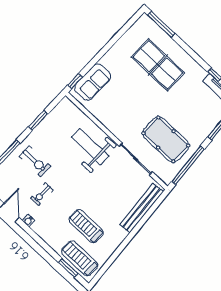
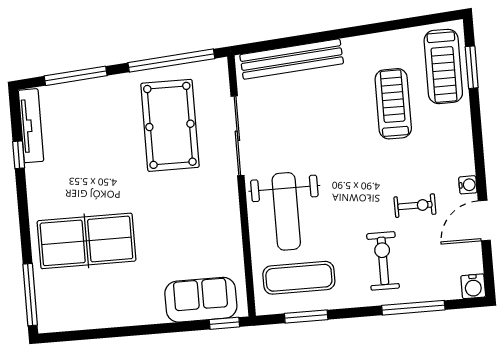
table tennis table: (158, 65) -> (86, 241), turned 90
window: (38, 120) -> (306, 316), moved
exercise mat: (62, 125) -> (299, 278), added
treadmill: (86, 226) -> (393, 104), turned 180

